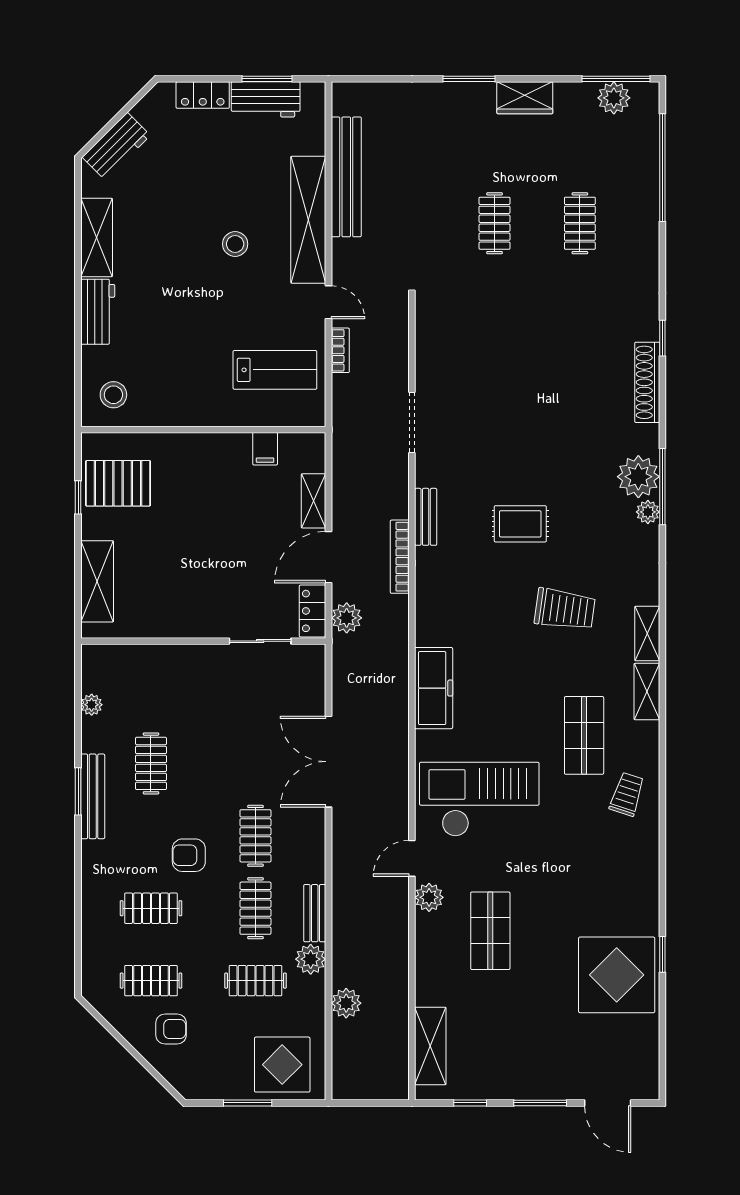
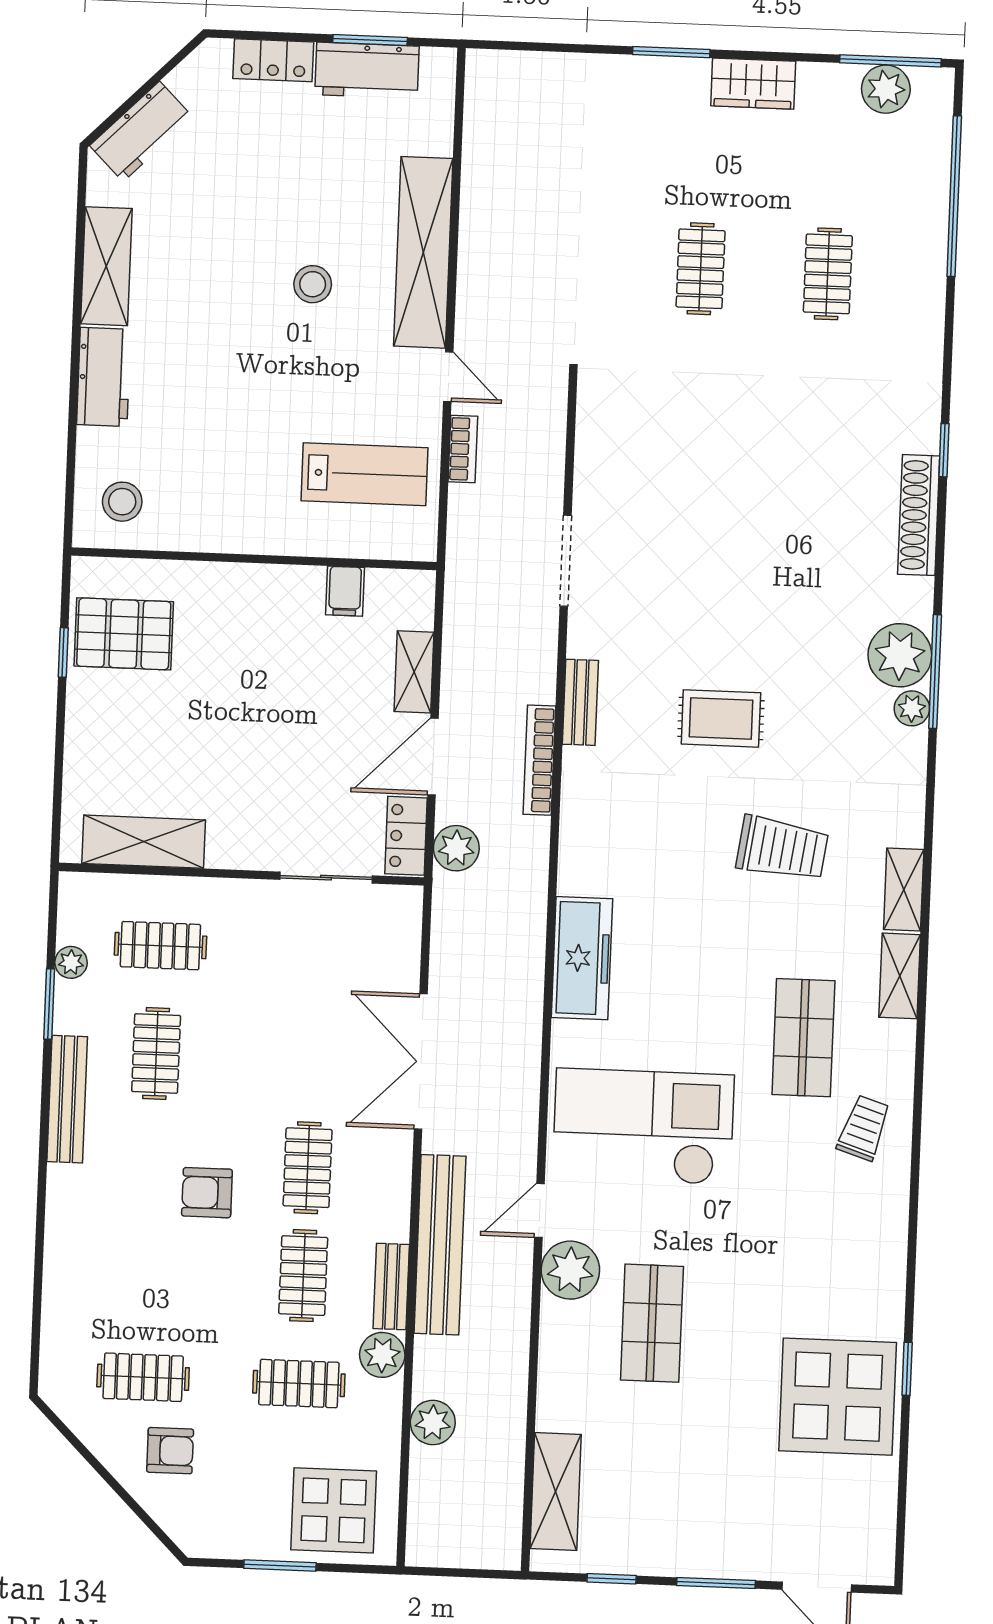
bench: (346, 177) -> (440, 1245), moved
shelving: (97, 581) -> (144, 842), moved, turned 90
window: (78, 791) -> (49, 1004), moved
plant: (429, 897) -> (570, 1270), width x1.36, depth x1.36
clothes rail: (151, 908) -> (160, 946), moved

